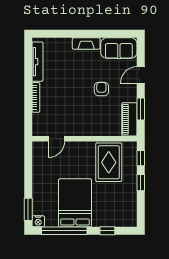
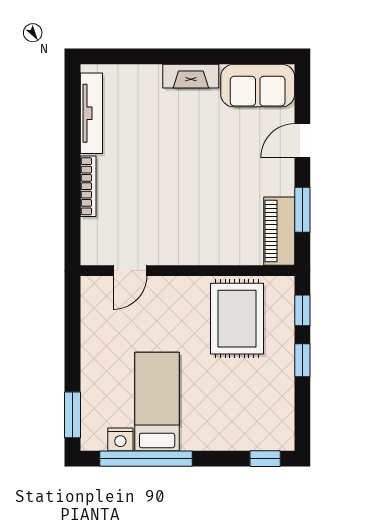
armchair: (101, 89) -> (222, 169), removed
bed: (75, 203) -> (157, 402), width x0.67
nightstand: (38, 221) -> (120, 439), moved
window: (107, 231) -> (265, 459), moved

